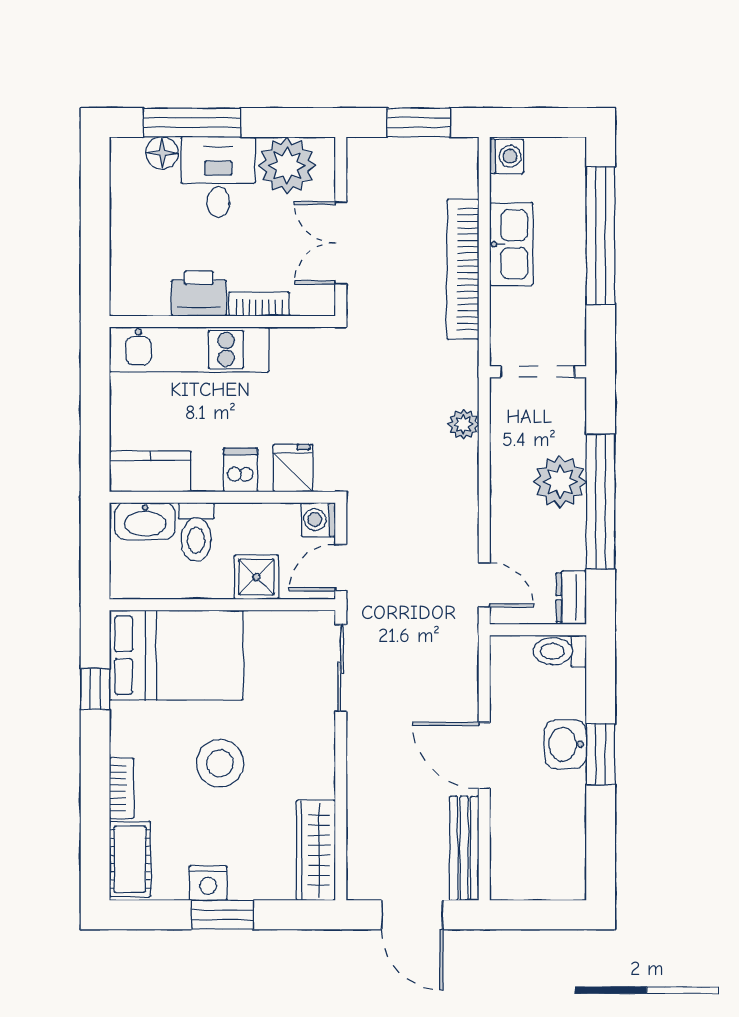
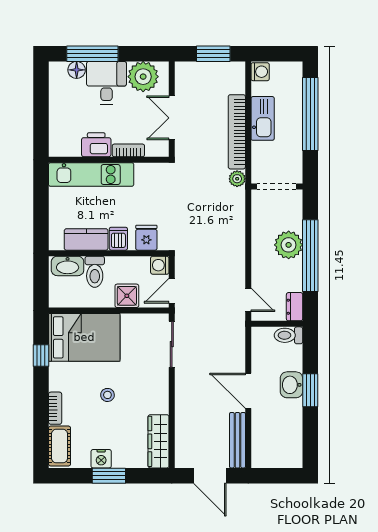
plant: (464, 424) -> (237, 179), moved
kitchen counter: (150, 471) -> (86, 239), moved
stool: (220, 763) -> (107, 395), width x0.53, depth x0.53

